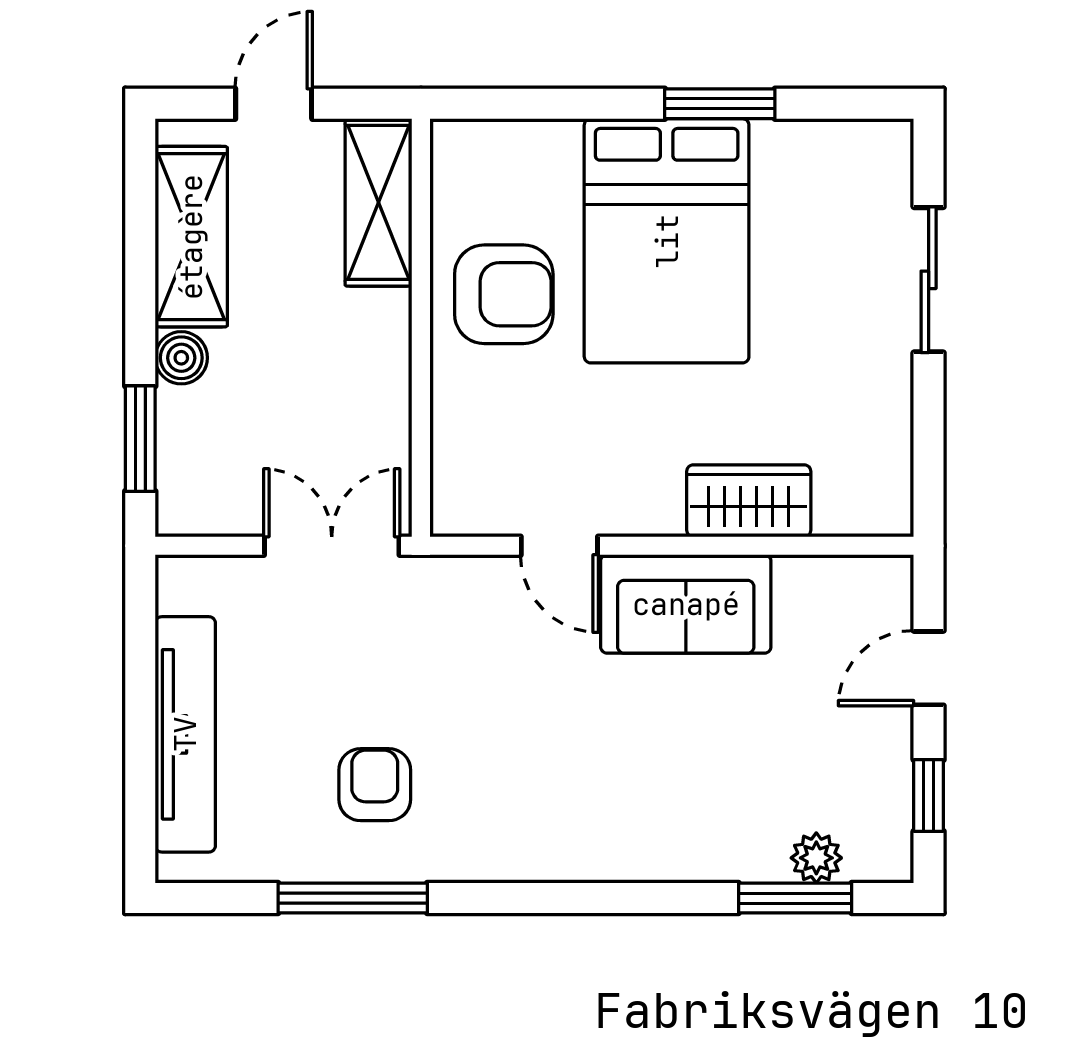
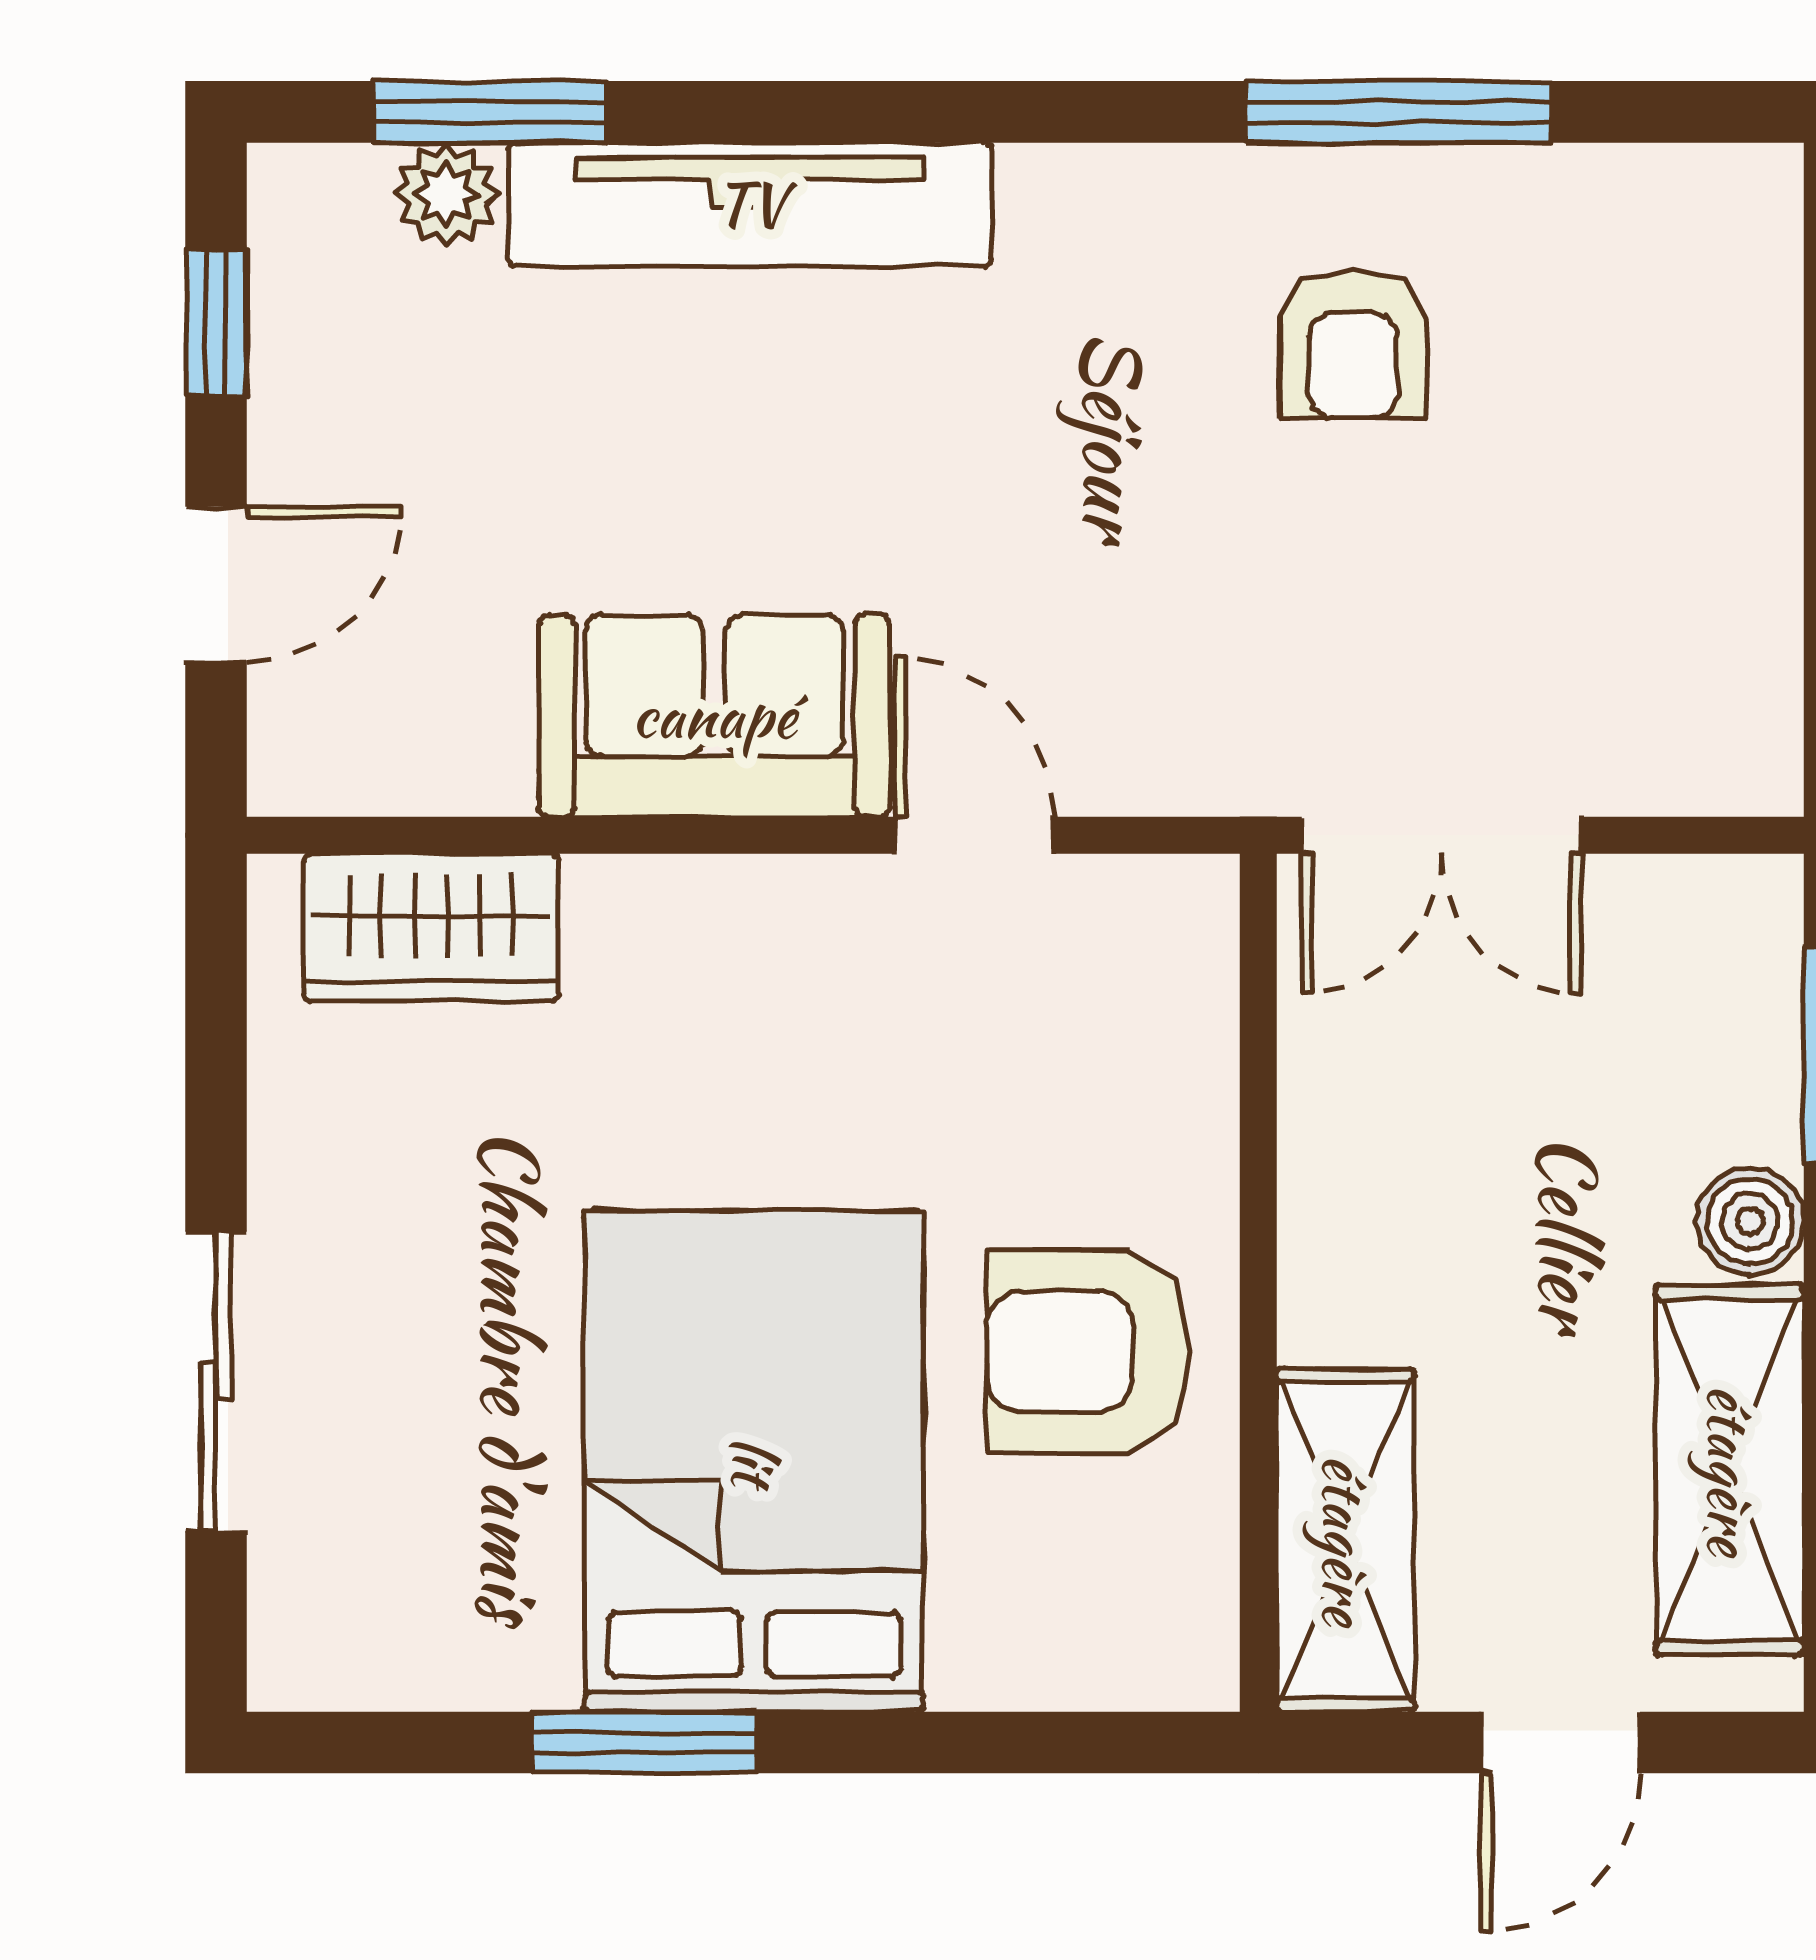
wardrobe: (749, 501) -> (431, 927), moved
tv unit: (185, 734) -> (750, 204), moved, turned -90

